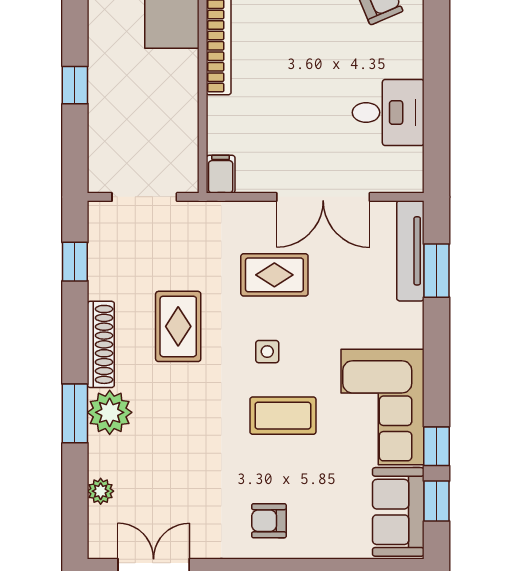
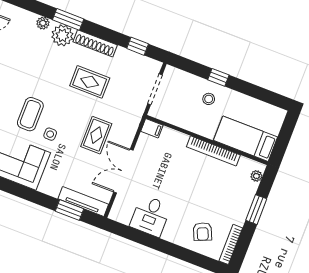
stool: (123, 88) -> (209, 99), added
side table: (267, 352) -> (50, 134), moved
plant: (101, 491) -> (43, 23), moved

